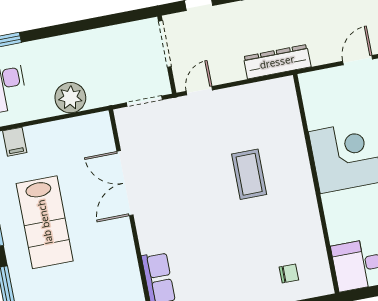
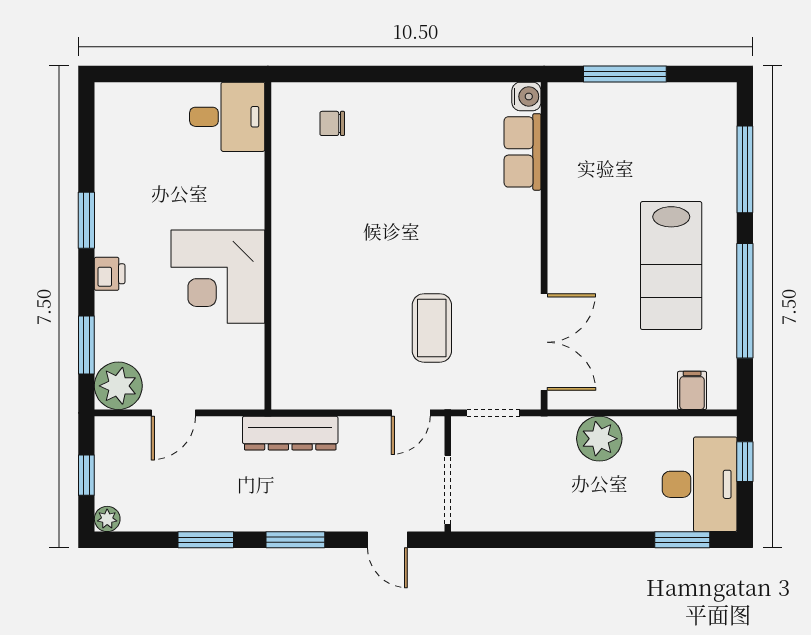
coffee table: (249, 174) -> (432, 328), moved
double door: (125, 183) -> (544, 342), moved
lab bench: (45, 222) -> (671, 266), turned 180

